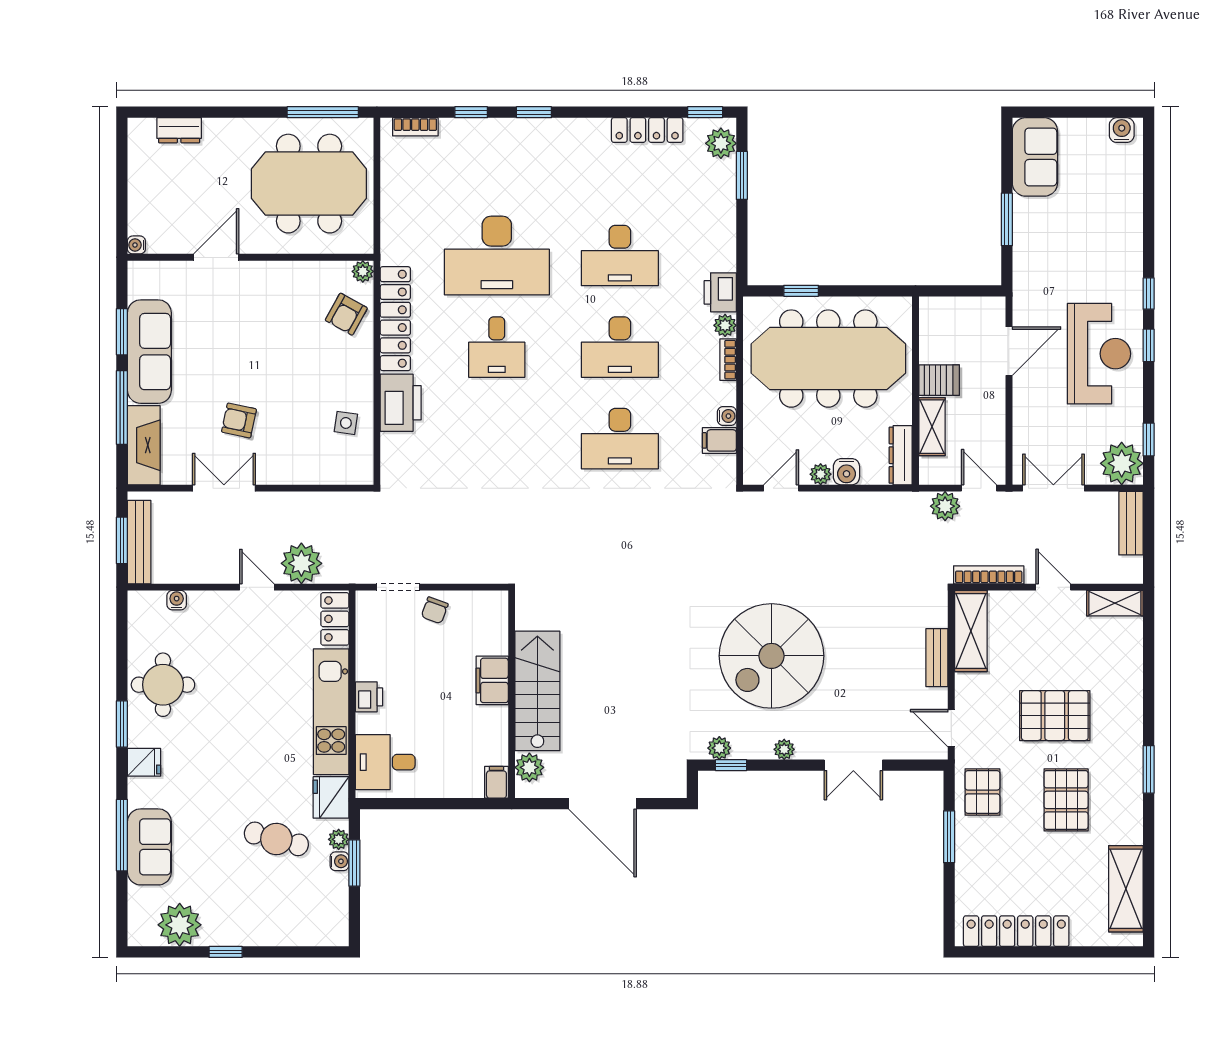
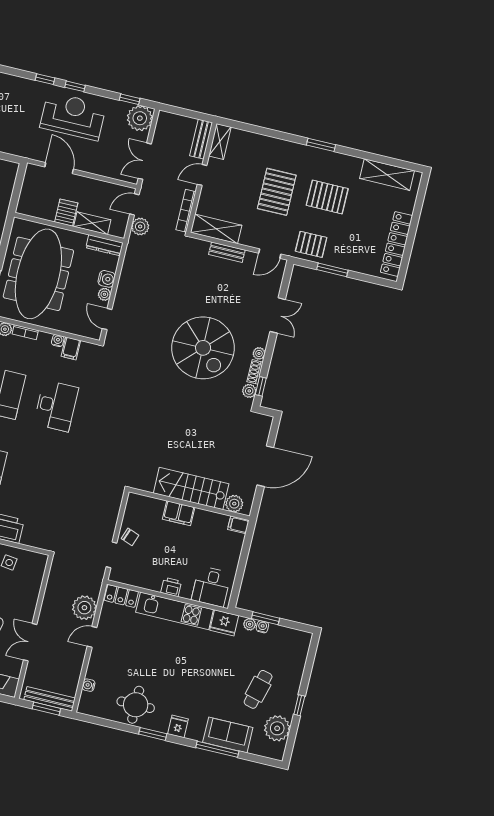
bench: (1131, 523) -> (201, 139), moved, turned 90
shoe rack: (752, 750) -> (255, 372), added
cafe table: (276, 839) -> (258, 689), moved

